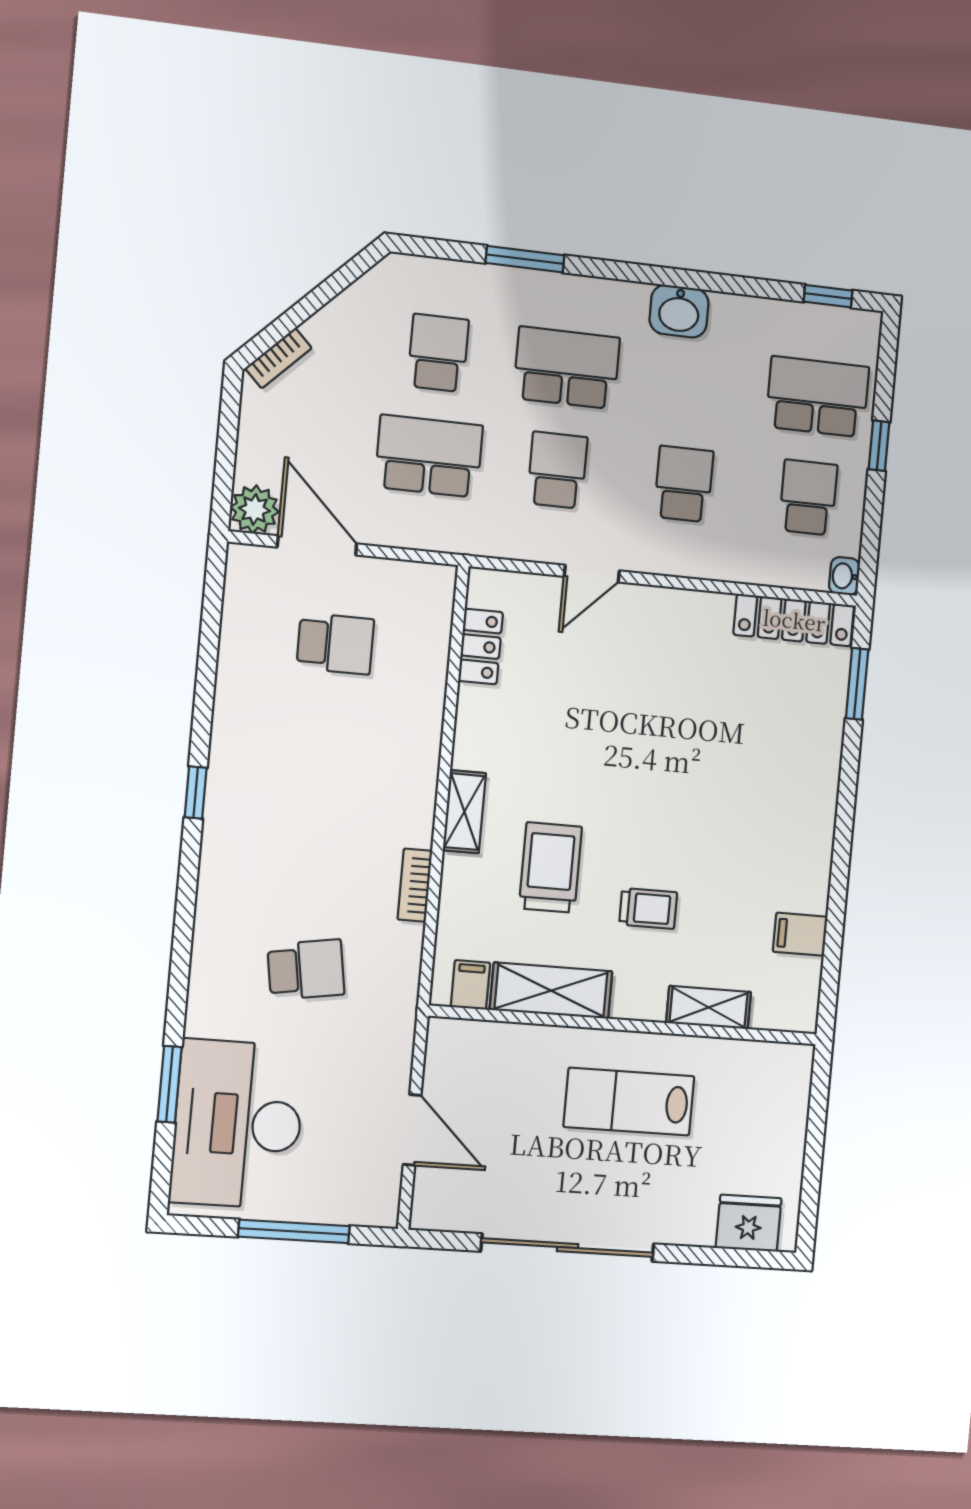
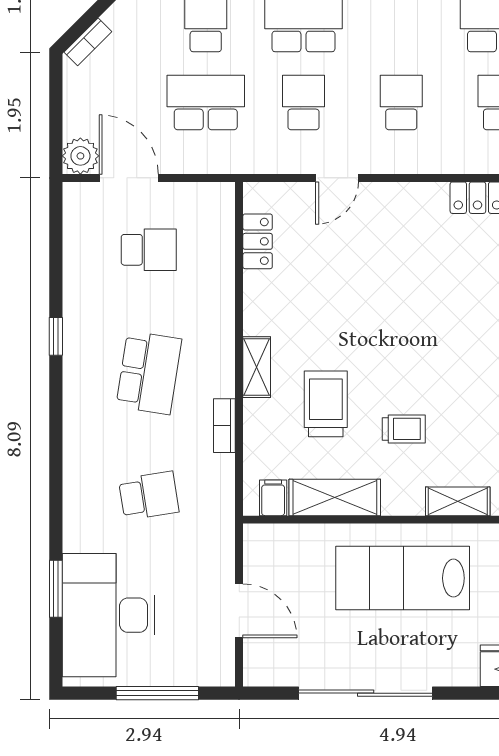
window: (196, 793) -> (56, 336), moved
school desk: (321, 807) -> (149, 373), added
lab bench: (629, 1102) -> (403, 578), width x1.36, depth x1.39

